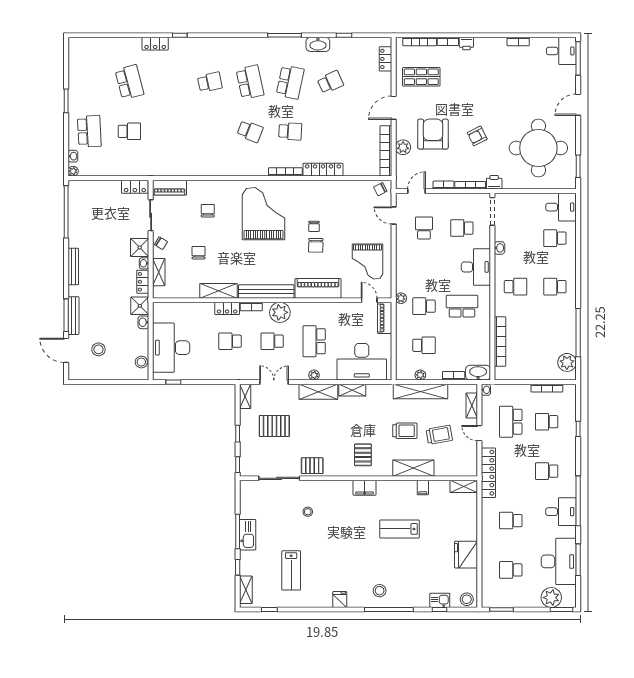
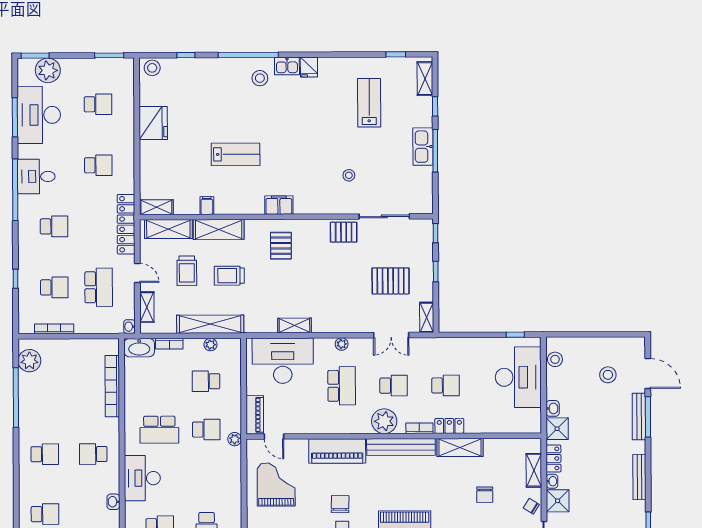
shelving: (318, 392) -> (168, 229), moved
trolley: (439, 435) -> (187, 271), turned -80
kitchen sink: (440, 600) -> (287, 66), moved

